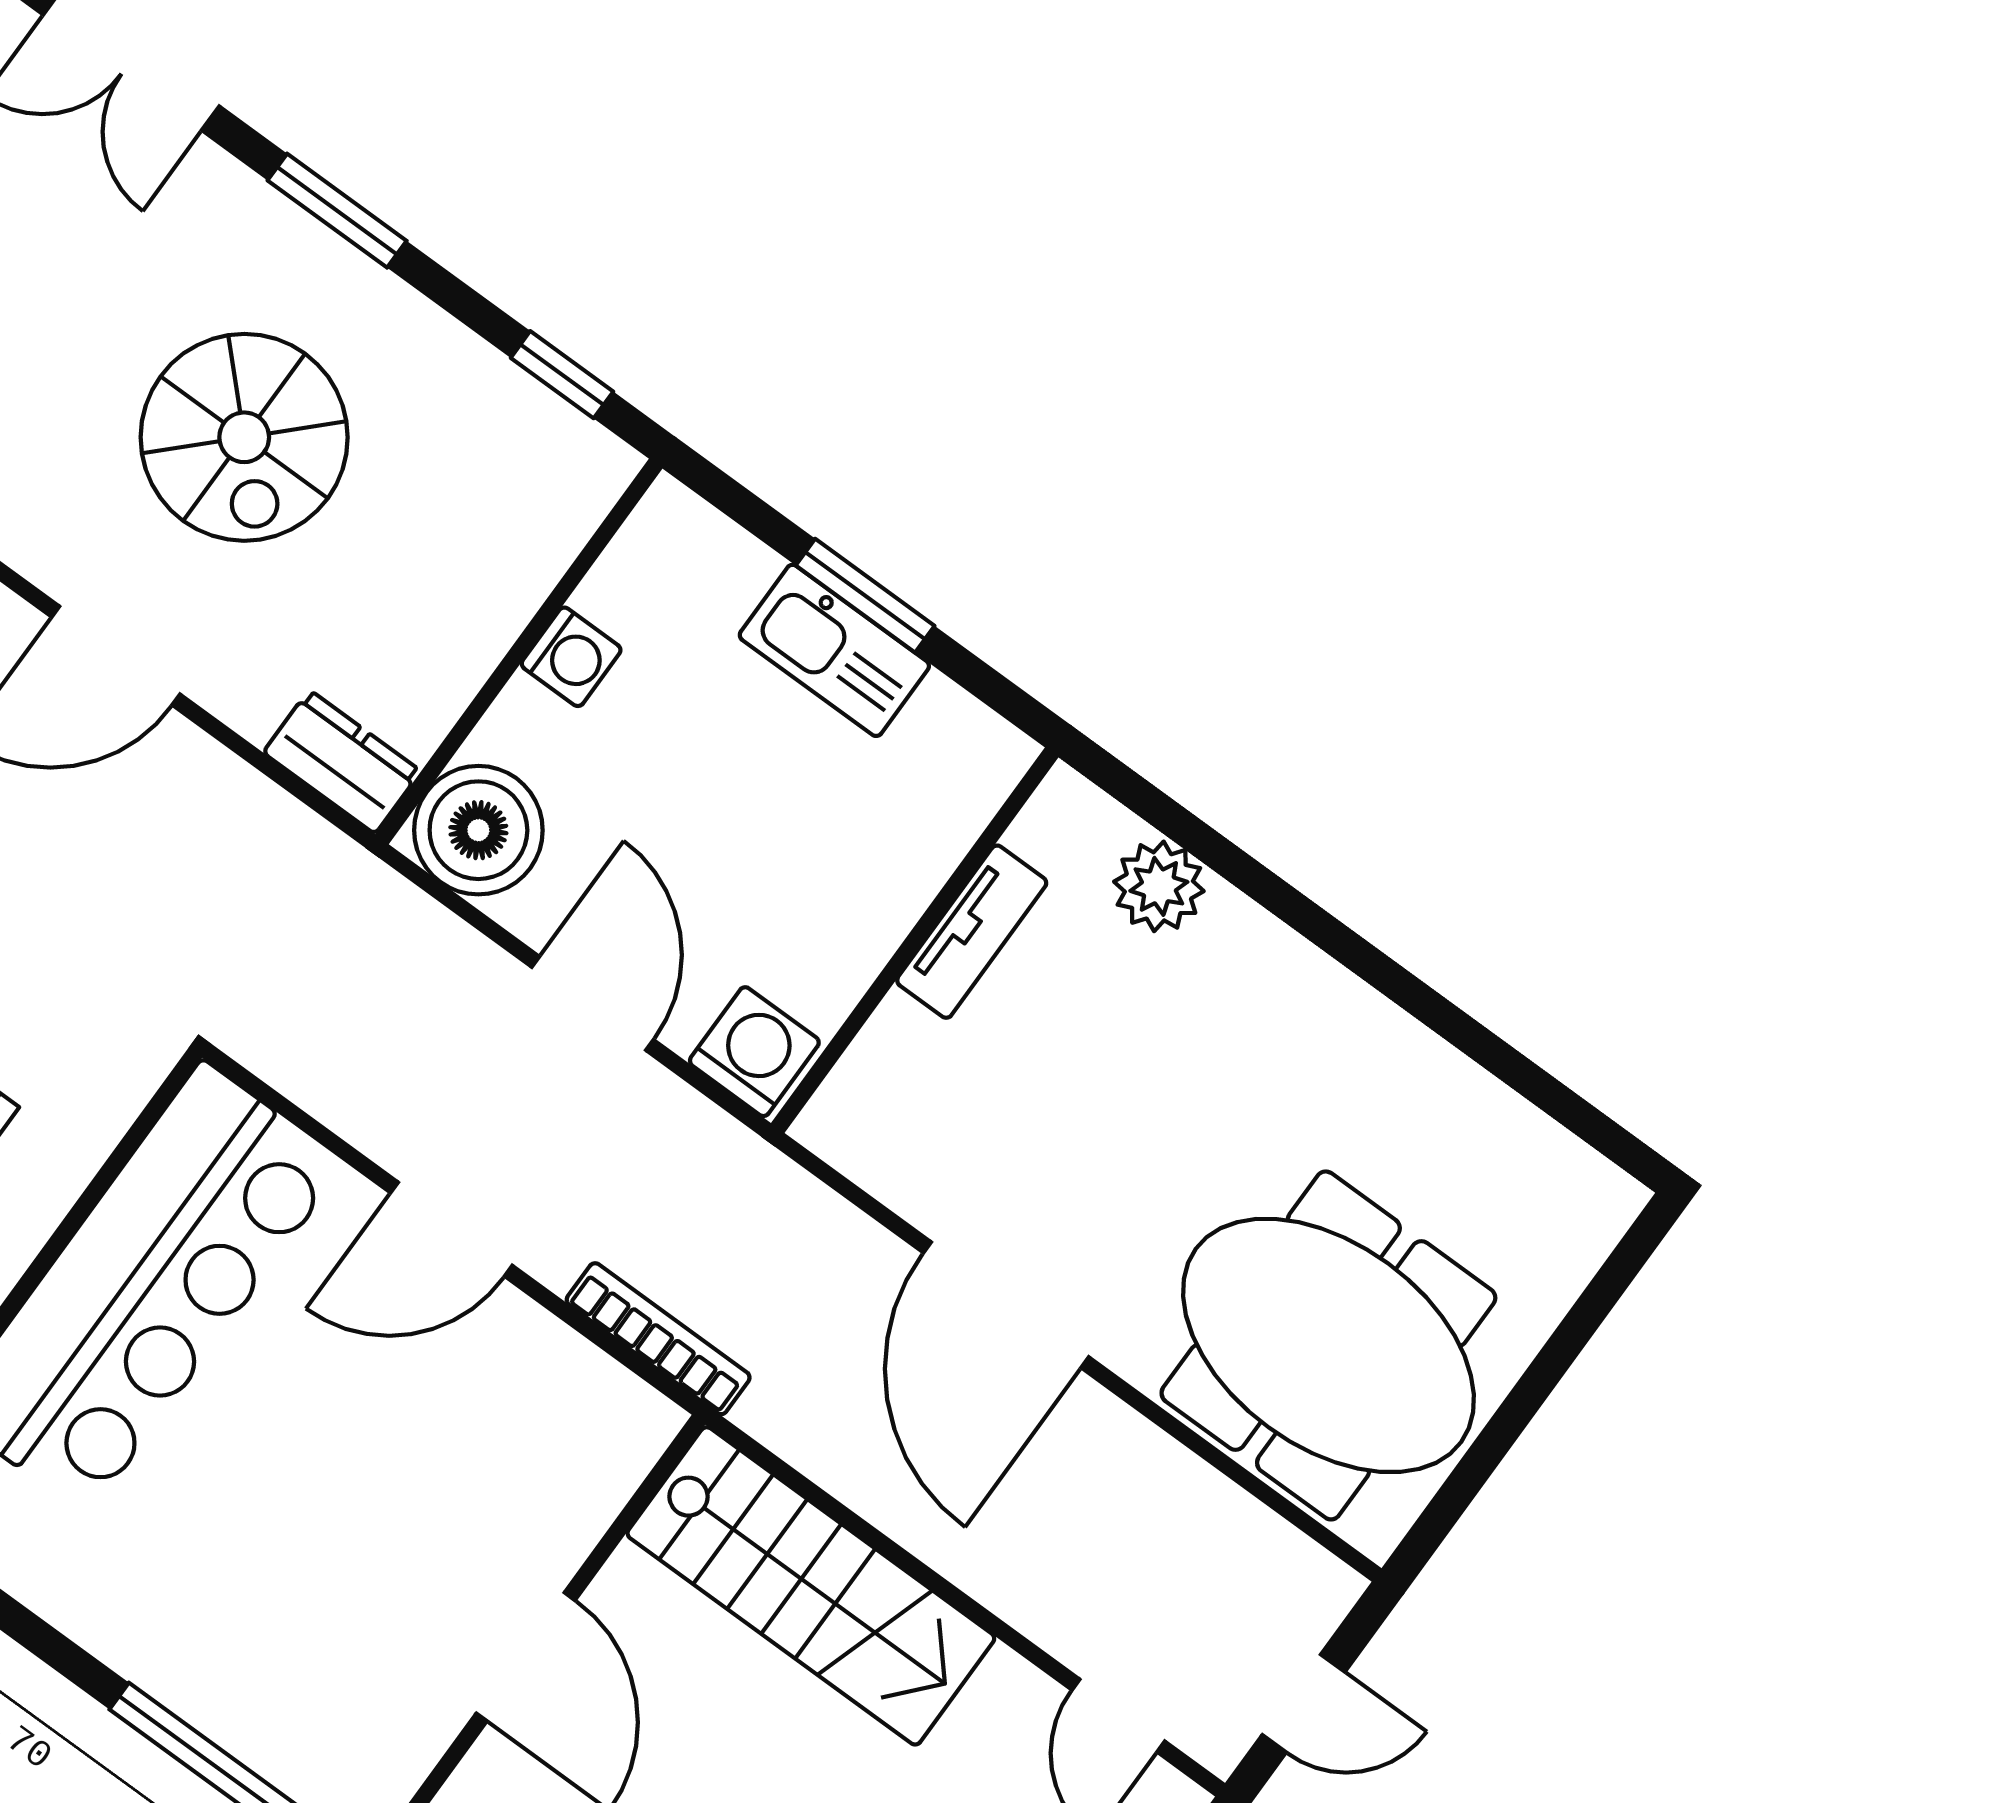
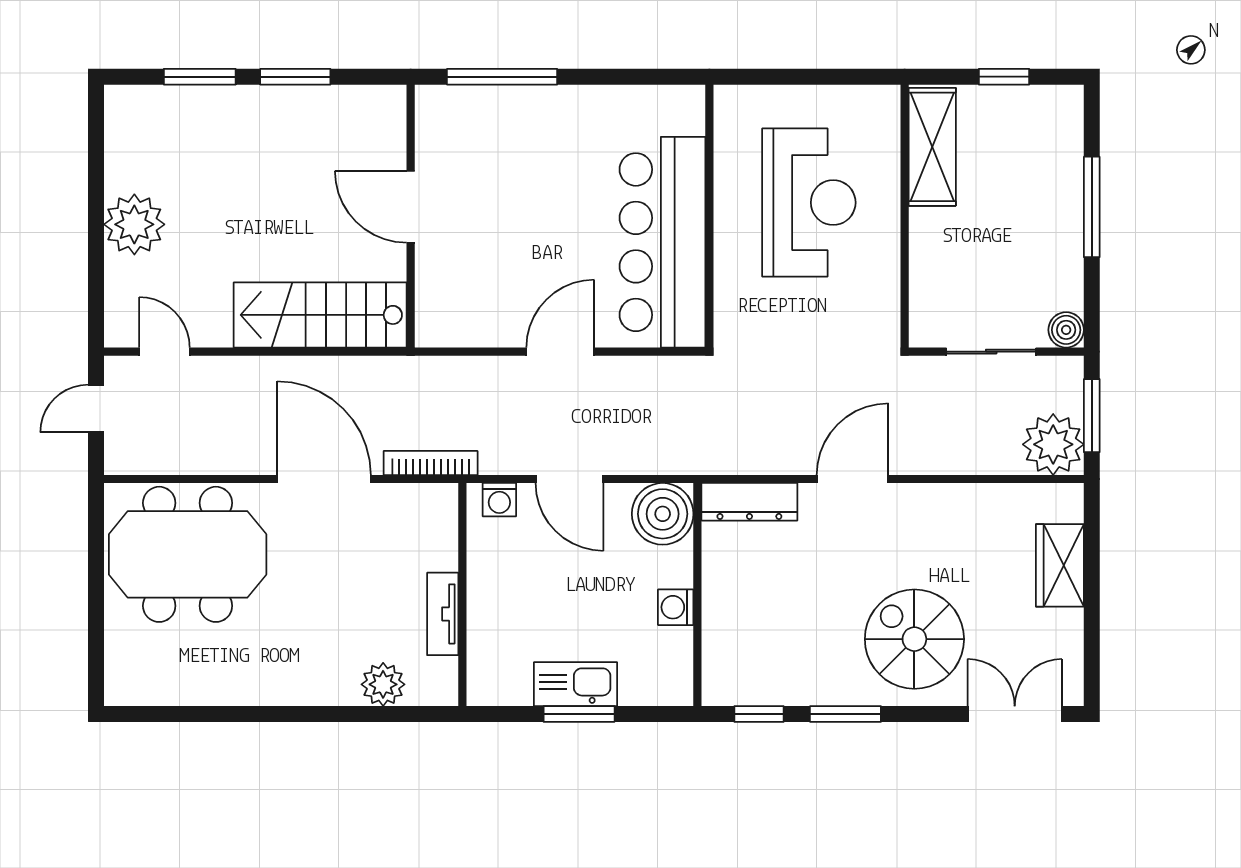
window: (337, 211) -> (845, 714), moved
spiral stairs: (244, 437) -> (914, 639), moved
dresser: (342, 762) -> (749, 502), width x1.44
washing machine: (754, 1052) -> (499, 500), width x0.73, depth x0.73
bookcase: (658, 1339) -> (431, 463), moved, turned 180

